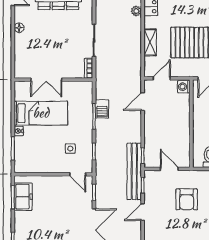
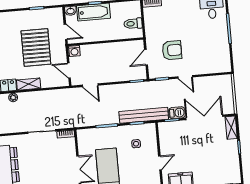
shelving: (150, 42) -> (29, 84), moved
barbecue: (102, 109) -> (177, 113), moved
bench: (134, 171) -> (144, 115), moved
door: (78, 174) -> (160, 163), moved
armchair: (187, 199) -> (172, 50), moved

